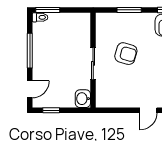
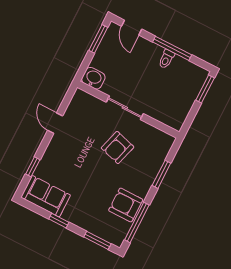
toilet: (40, 17) -> (166, 59), moved
window: (51, 110) -> (98, 39), width x1.50
door: (148, 110) -> (55, 123), moved

